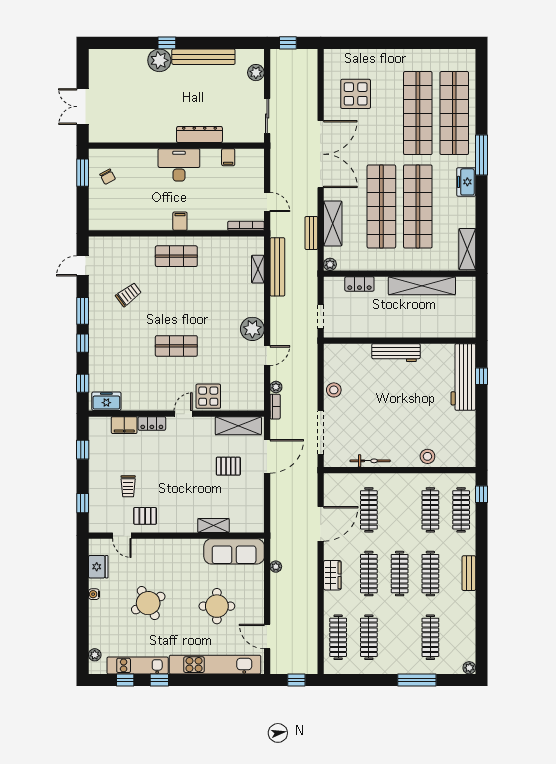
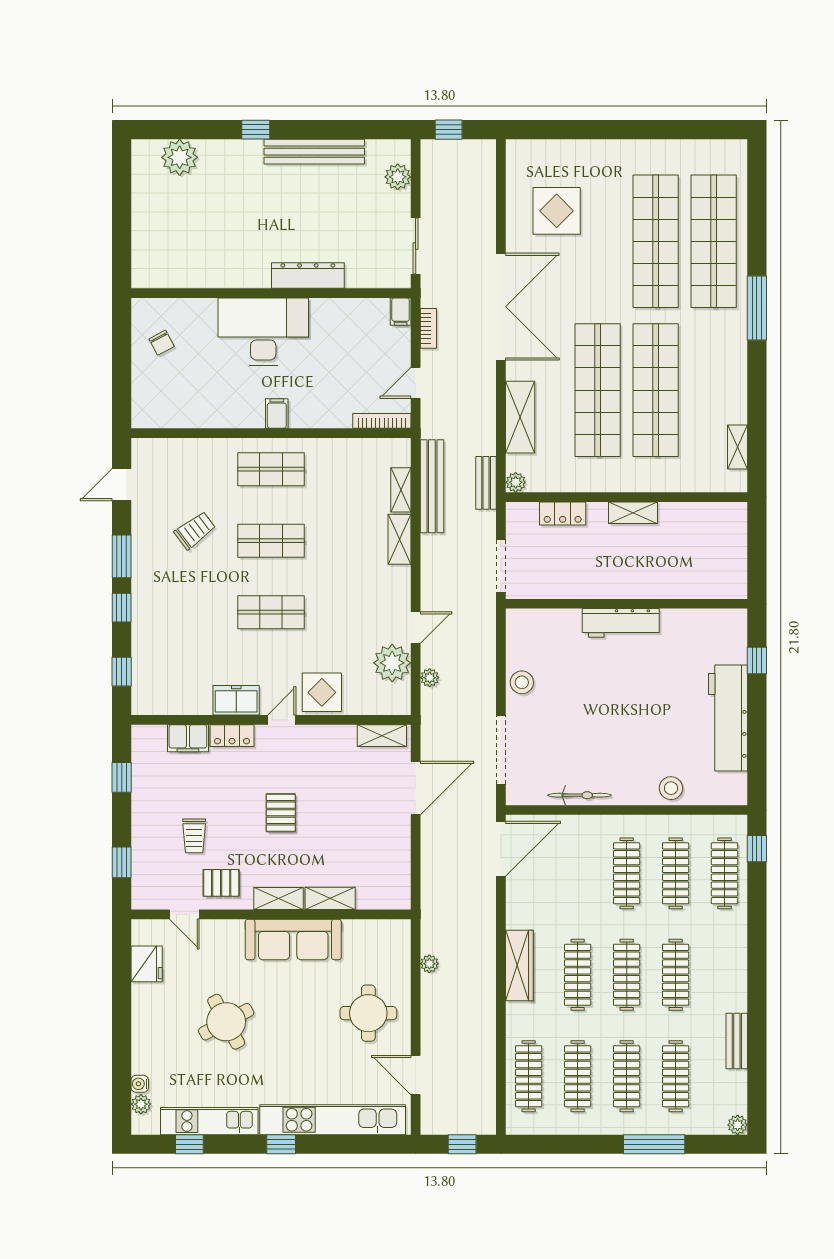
plant: (159, 60) -> (180, 157), moved
double door: (83, 107) -> (122, 231), removed
filing cabinet: (228, 157) -> (401, 312), moved
desk: (179, 165) -> (263, 332), width x1.36, depth x1.30
window: (83, 173) -> (122, 336), removed
freezer: (466, 182) -> (733, 351), removed
door: (267, 202) -> (416, 383), swing flipped
bench: (311, 233) -> (486, 483), moved
shelving: (467, 249) -> (738, 447), width x0.67, depth x0.75
shelving: (422, 286) -> (633, 513), width x0.45, depth x0.75
shelving: (257, 300) -> (399, 539), added
shop shelf: (176, 301) -> (271, 541), added
doorway: (321, 317) -> (501, 566), width x1.38
plant: (252, 329) -> (392, 663), moved
workbench: (463, 377) -> (728, 718), moved
freezer: (106, 401) -> (236, 700), moved
bookcase: (275, 407) -> (428, 328), moved
shelving: (238, 426) -> (382, 736), width x0.67, depth x0.75
pallet: (228, 466) -> (281, 813), moved, turned 90
clothes rail: (369, 510) -> (627, 873), moved
door: (321, 524) -> (501, 849), moved
shelving: (181, 526) -> (279, 898), added
sofa: (234, 551) -> (293, 939), moved
bench: (469, 573) -> (737, 1041), moved
wardrobe: (332, 575) -> (519, 966), width x1.50
water cooler: (94, 594) -> (140, 1084), moved
round table: (217, 606) -> (368, 1013), moved
clothes rail: (400, 637) -> (627, 1076), added
window: (159, 680) -> (281, 1144), moved

